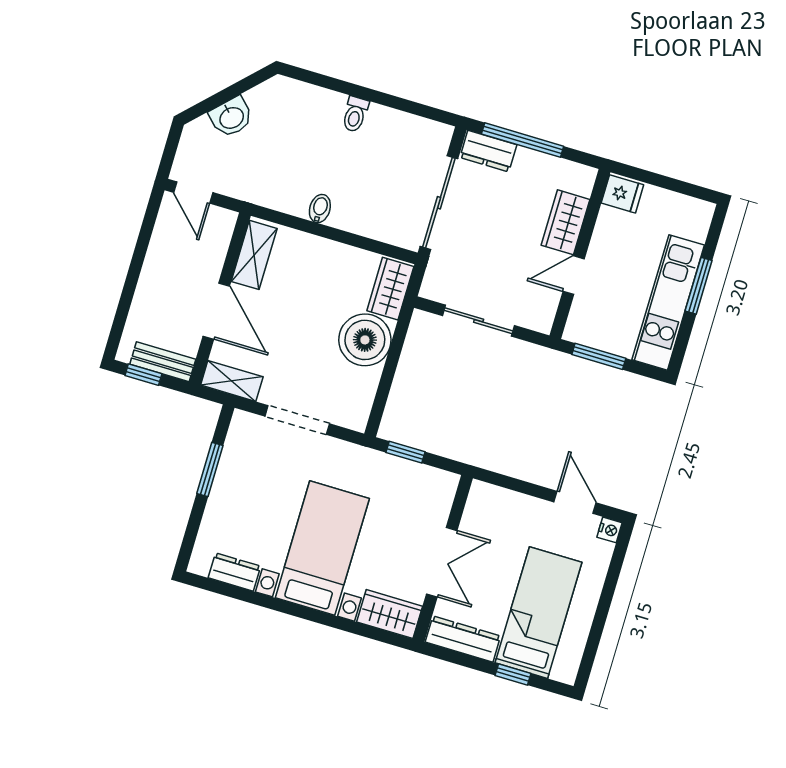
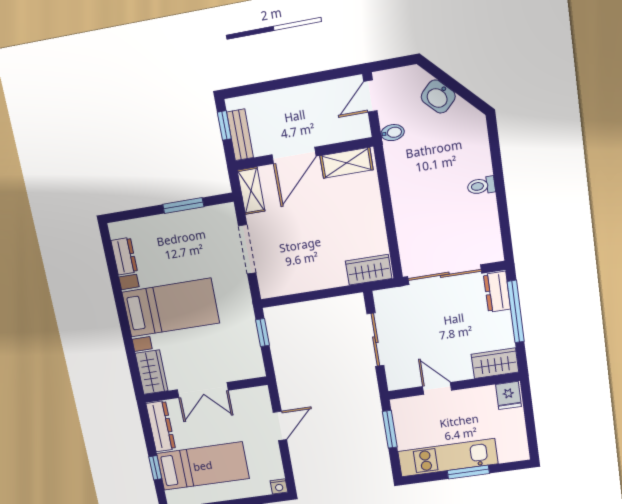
bidet: (320, 209) -> (393, 133), moved
wardrobe: (566, 222) -> (495, 363), moved
boiler: (365, 340) -> (325, 269), removed
door: (575, 502) -> (280, 426), moved

